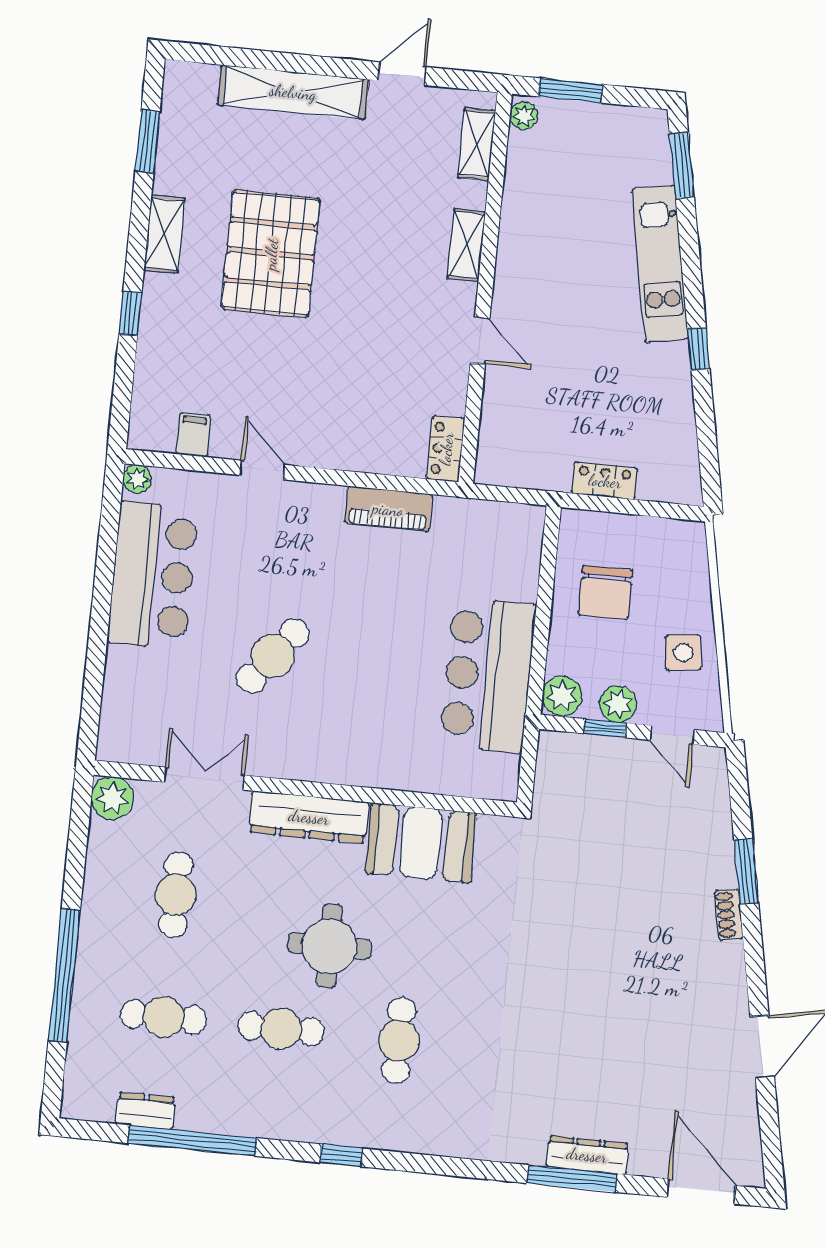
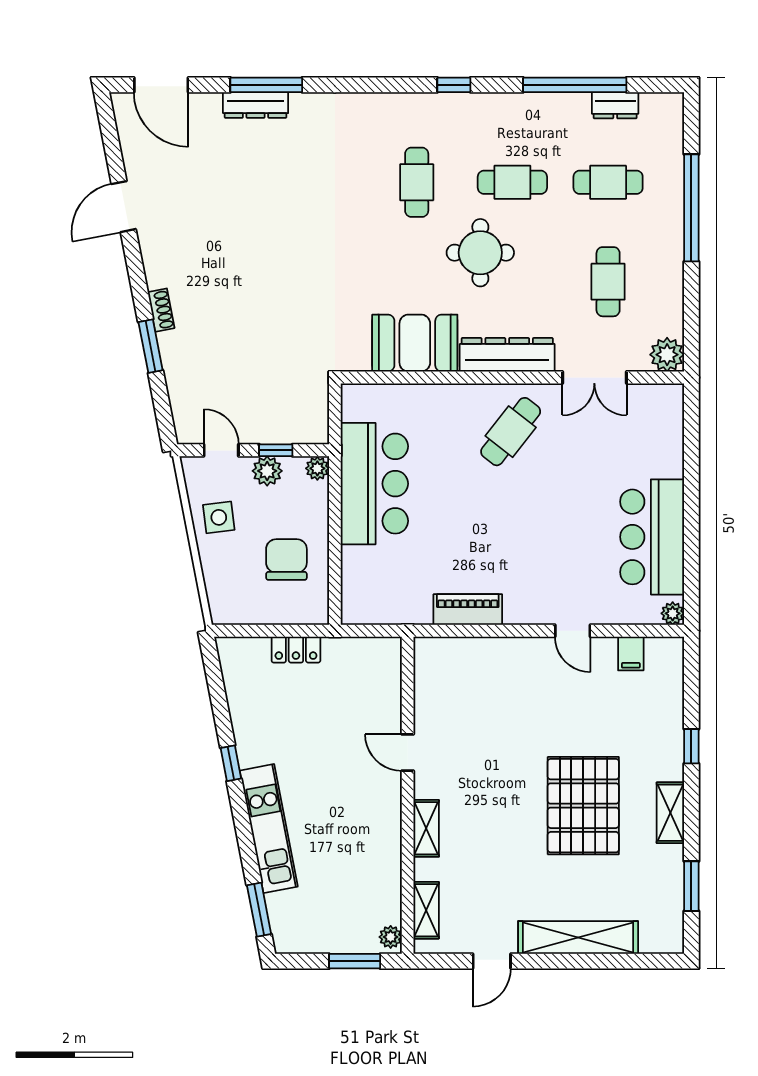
locker: (446, 449) -> (427, 663), removed
cafe table: (273, 656) -> (511, 432), moved
plant: (562, 696) -> (317, 468), width x0.73, depth x0.73

